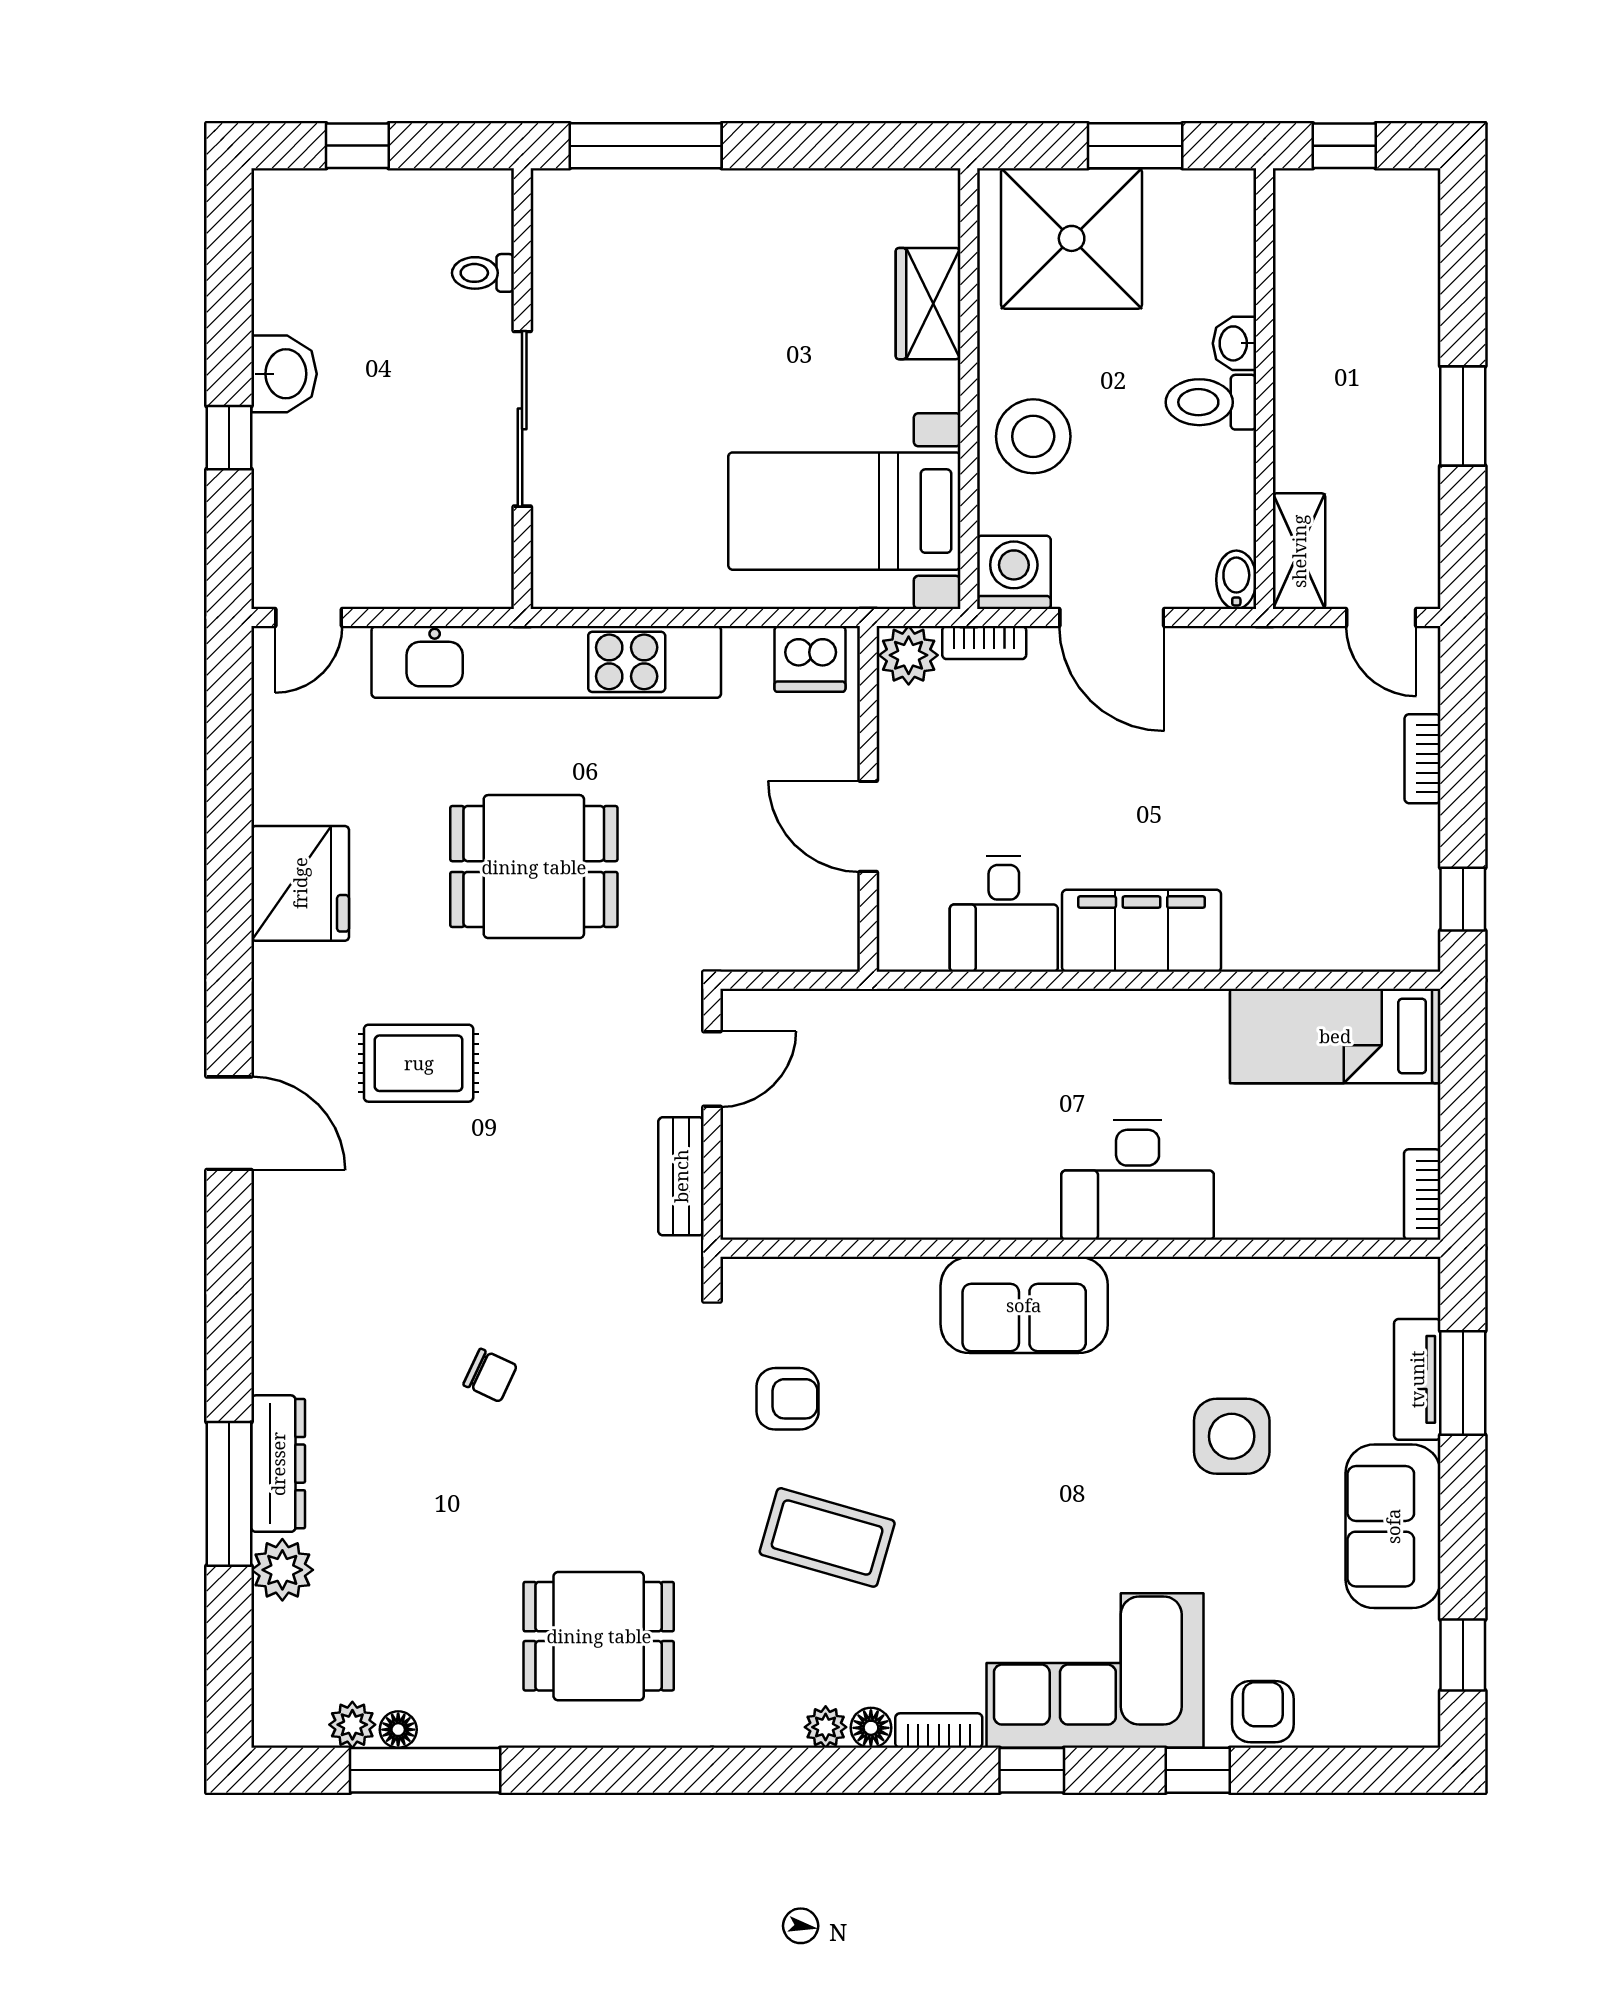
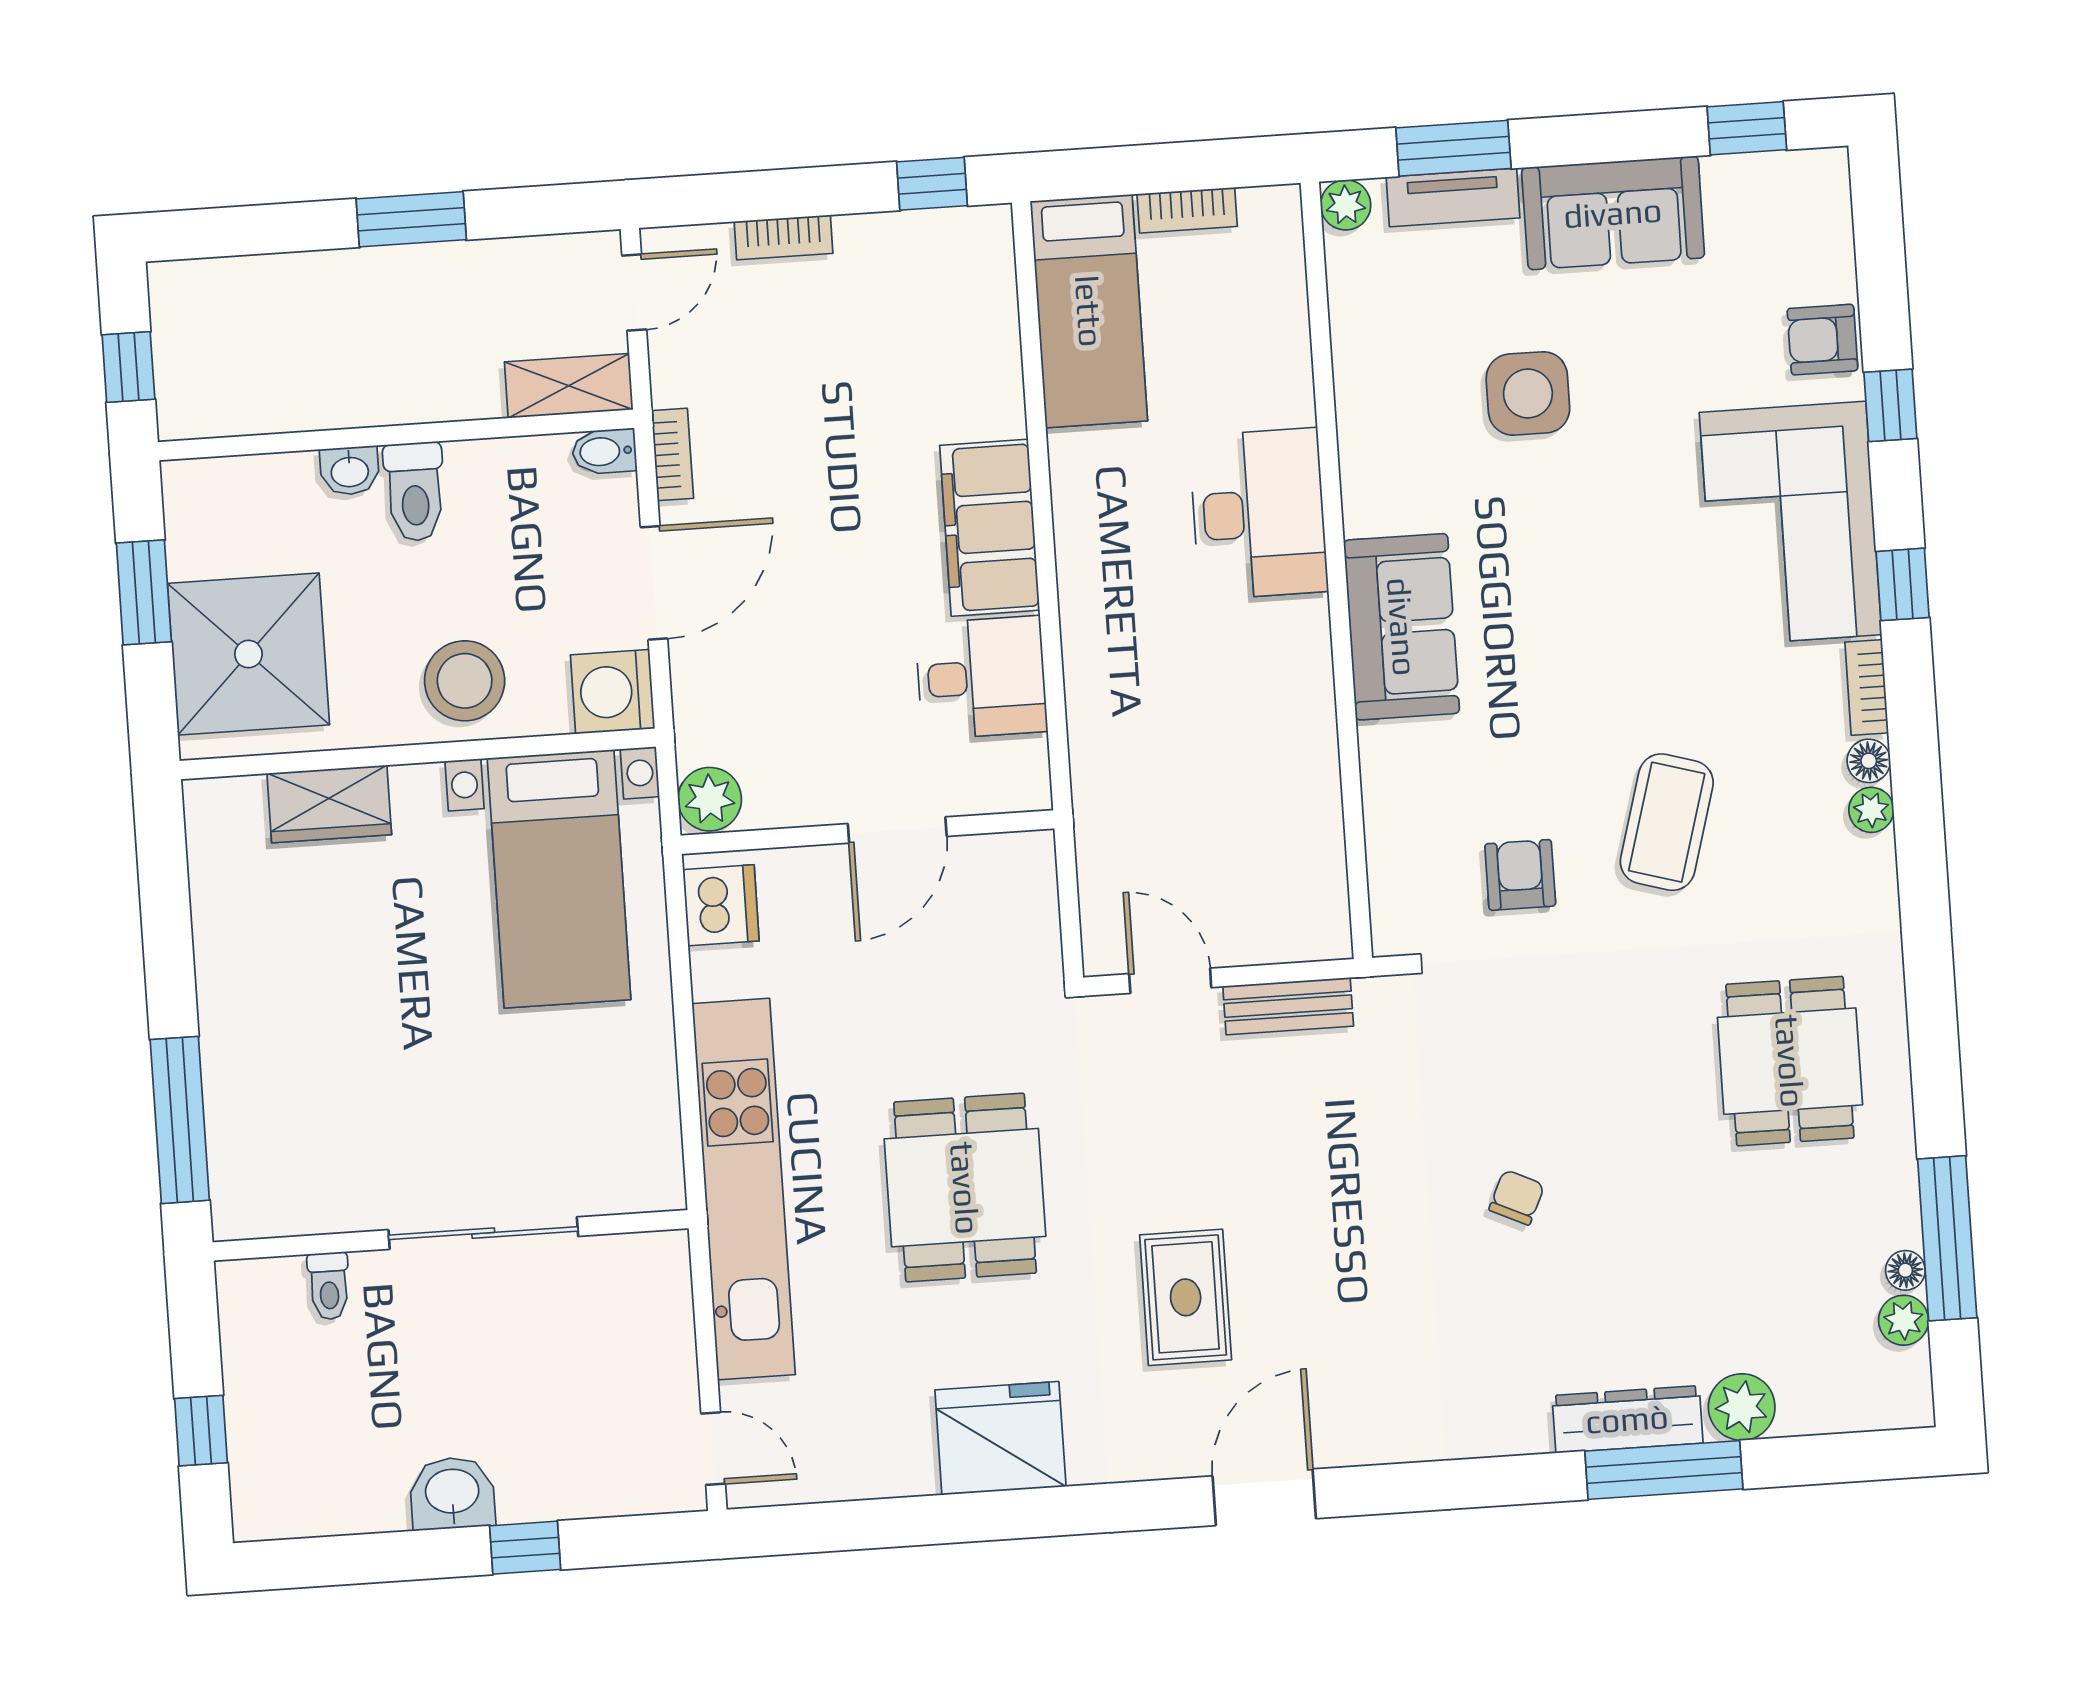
bookcase: (984, 643) -> (672, 454), moved
bookcase: (1422, 1195) -> (1187, 210), moved
plant: (1417, 1280) -> (1346, 205), added

